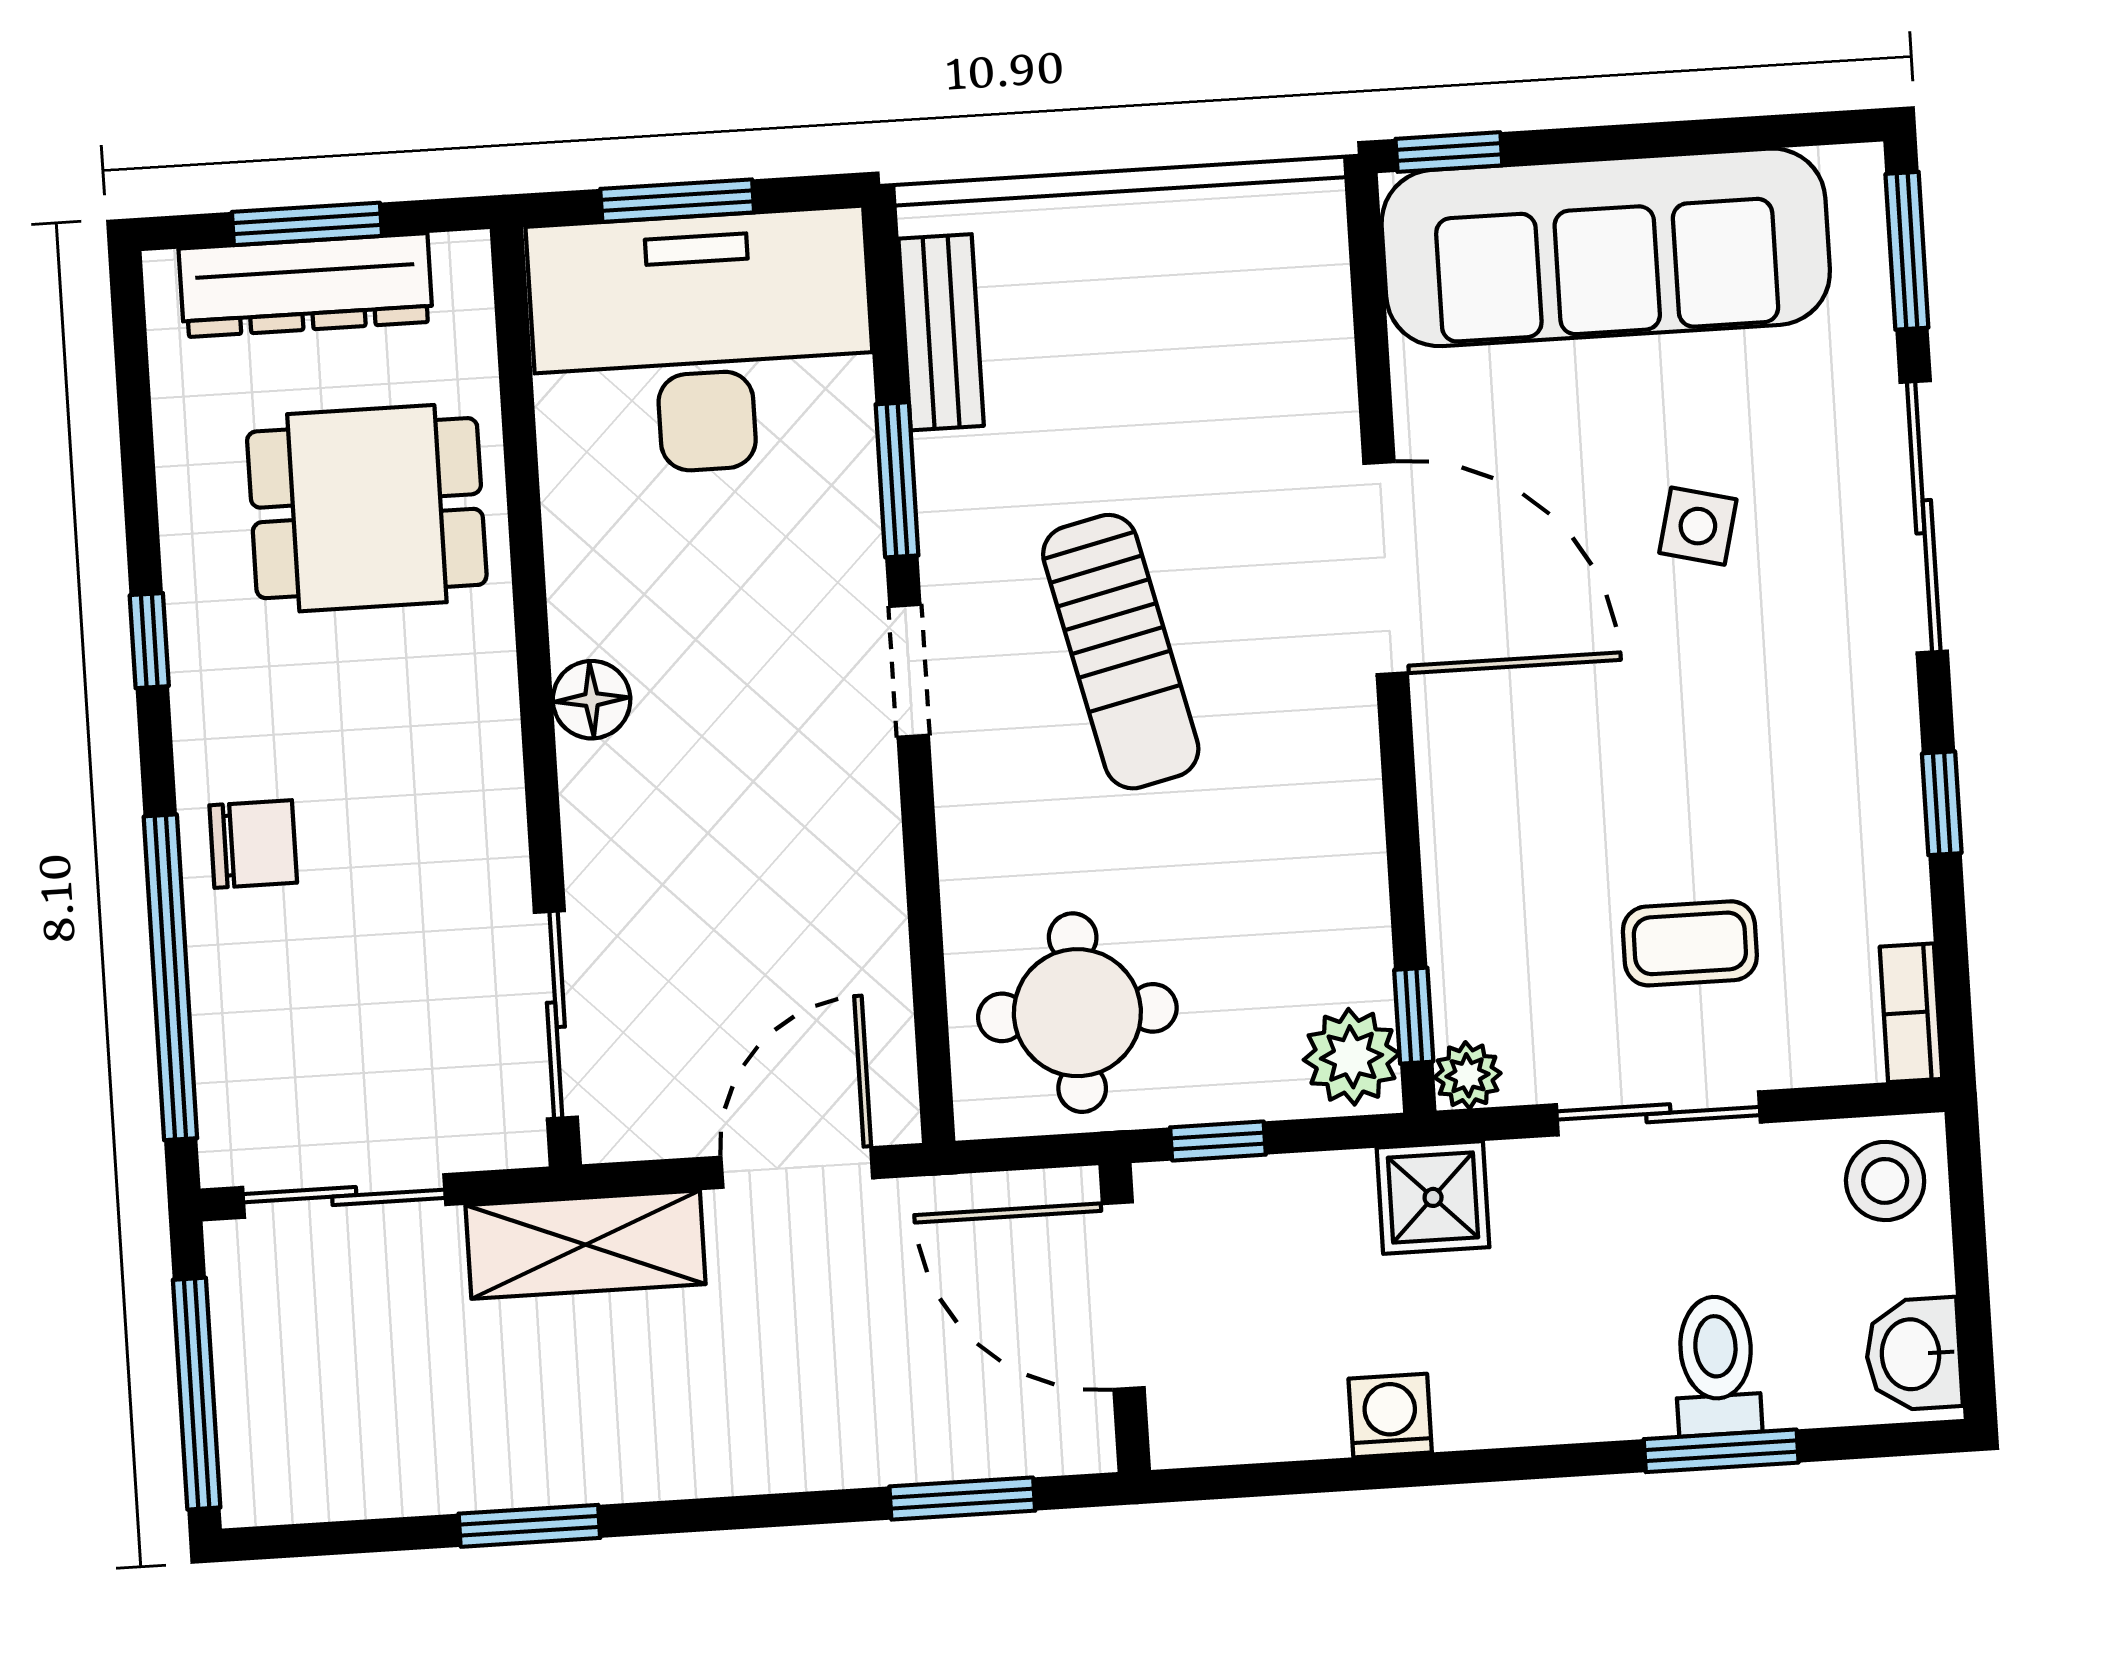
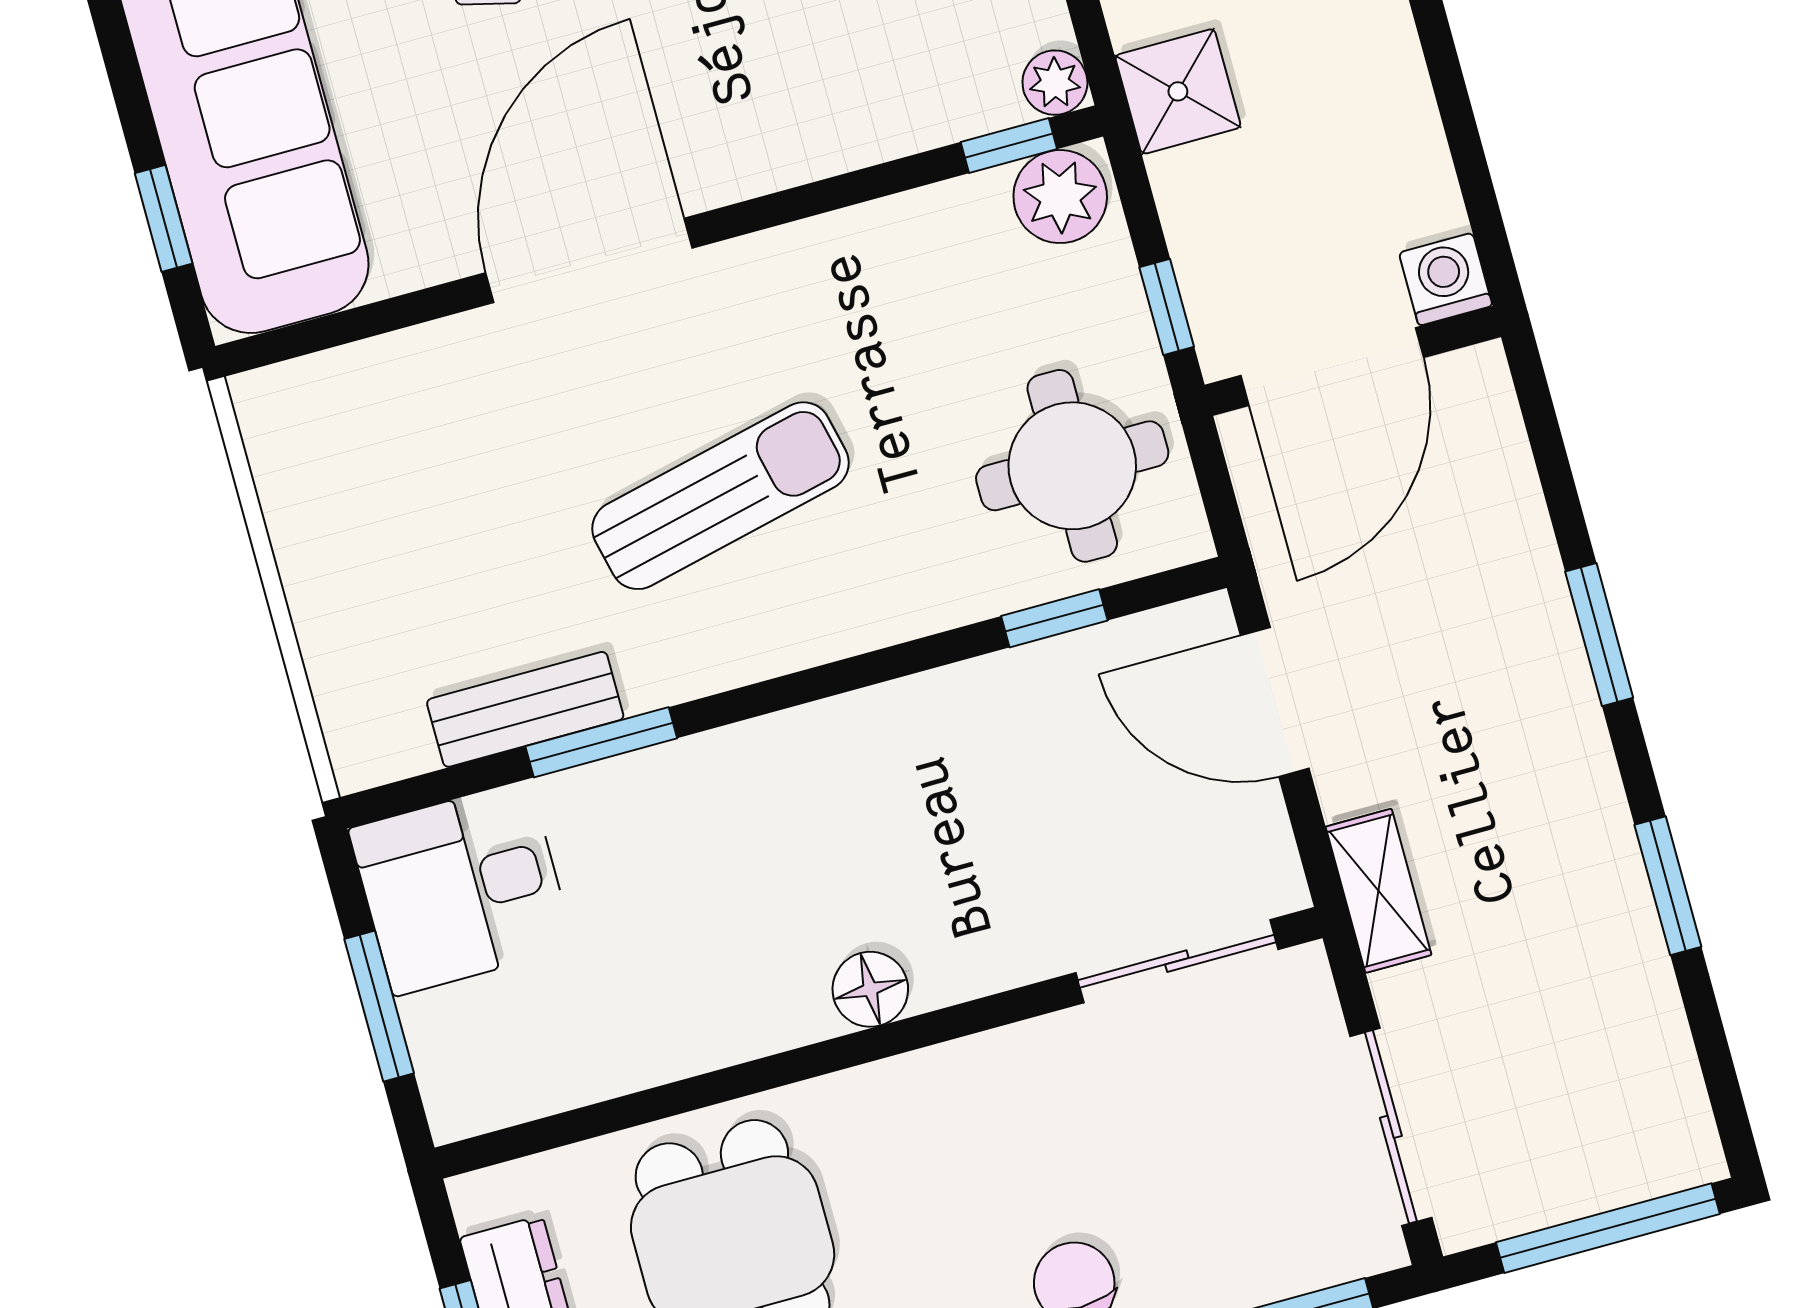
window: (1449, 152) -> (164, 218), moved
bench: (941, 332) -> (525, 709), moved
desk: (702, 343) -> (462, 888), width x0.53, depth x0.77
doorway: (909, 671) -> (780, 693), removed
window: (927, 963) -> (1054, 618), added
shelving: (586, 1245) -> (1378, 891), width x0.67, depth x0.75
washing machine: (1390, 1415) -> (1446, 279), moved, turned 90
window: (962, 1499) -> (1599, 635), moved

